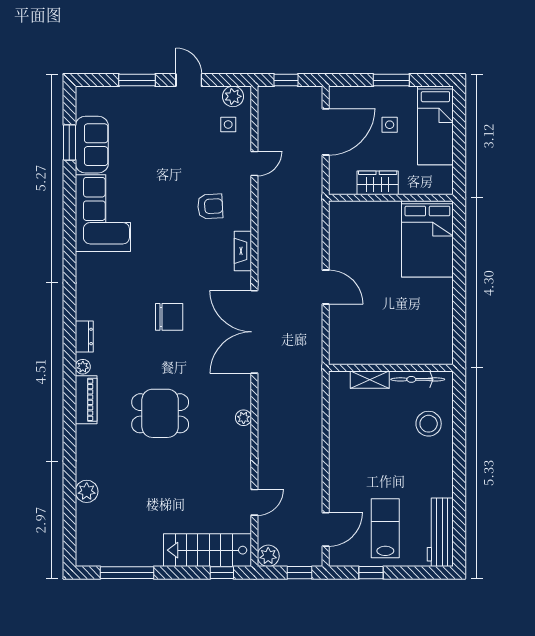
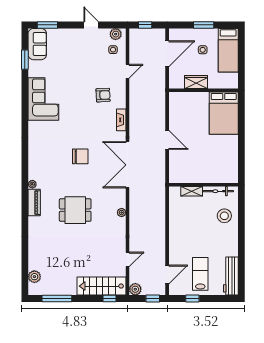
window: (137, 80) -> (47, 25), moved
sofa: (92, 145) -> (37, 44), moved
dresser: (84, 336) -> (33, 167), removed
plant: (87, 491) -> (34, 277), moved

